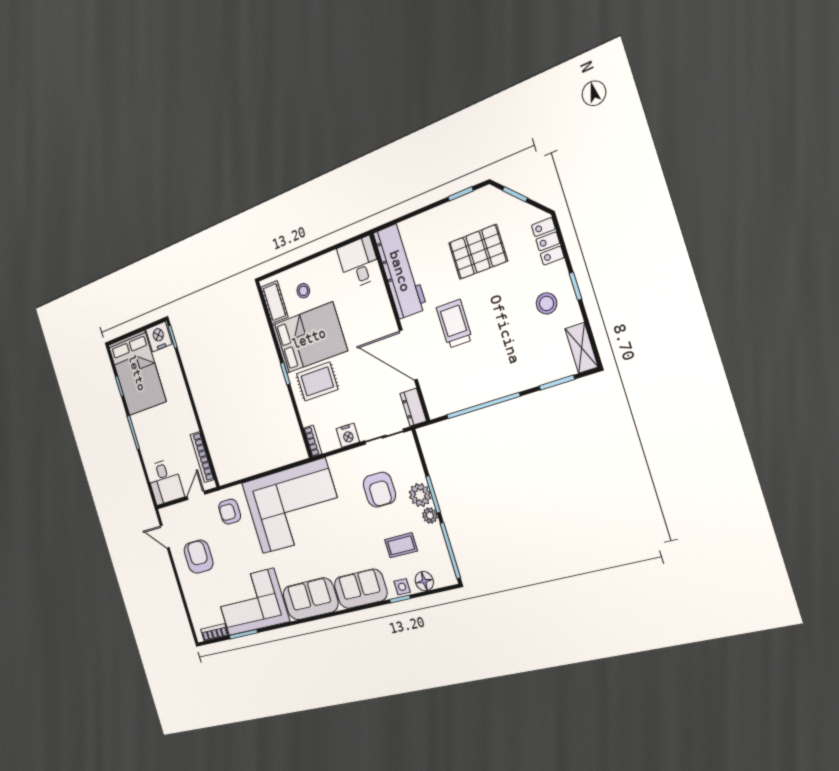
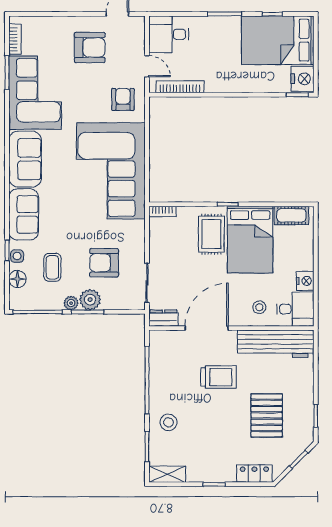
stool: (303, 291) -> (259, 307), moved
stool: (547, 303) -> (169, 422), moved
nightstand: (348, 435) -> (305, 281), moved, turned 180

